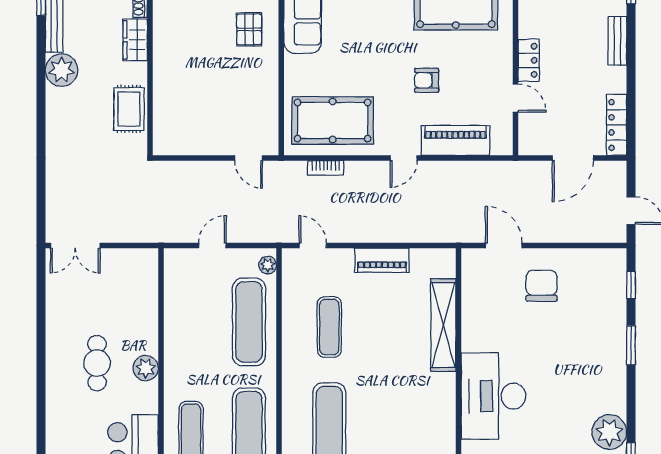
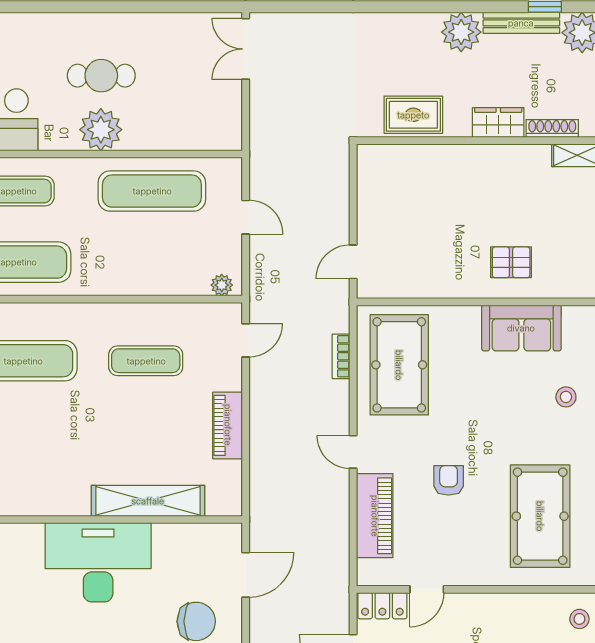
locker: (529, 60) -> (382, 606), moved
exercise mat: (249, 322) -> (152, 191), moved
plant: (146, 368) -> (101, 130), width x1.36, depth x1.36
desk: (493, 396) -> (98, 562), moved

